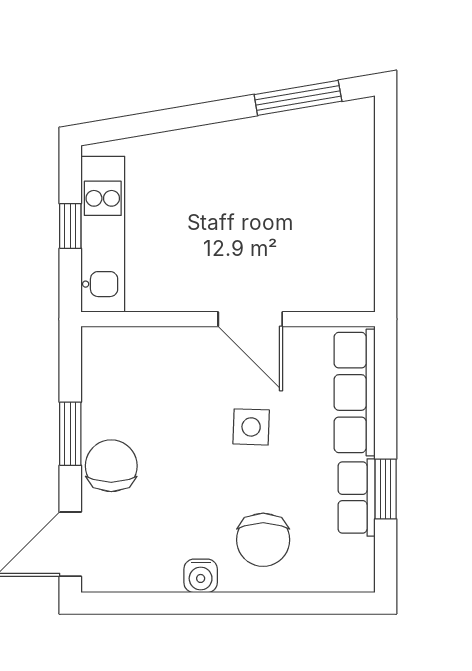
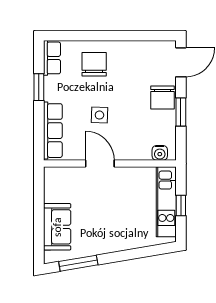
sofa: (345, 179) -> (57, 227), added
row of seats: (357, 497) -> (52, 58), moved
water cooler: (201, 576) -> (160, 153), moved, turned 180

